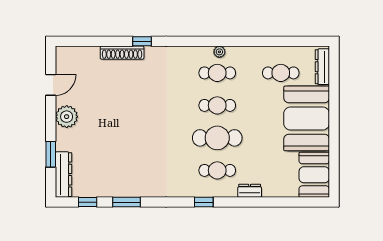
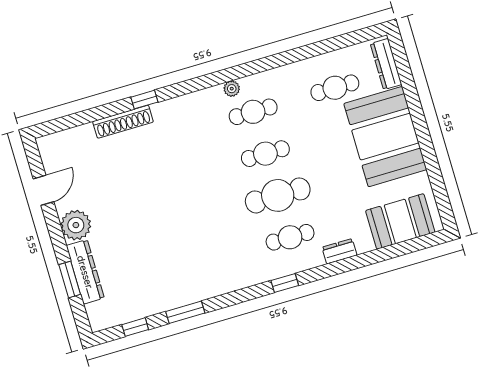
plant: (219, 52) -> (232, 89), moved
dresser: (63, 175) -> (85, 272), moved
booth: (314, 175) -> (400, 221), moved, turned 90

